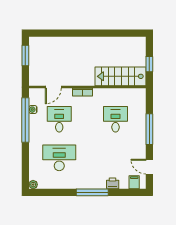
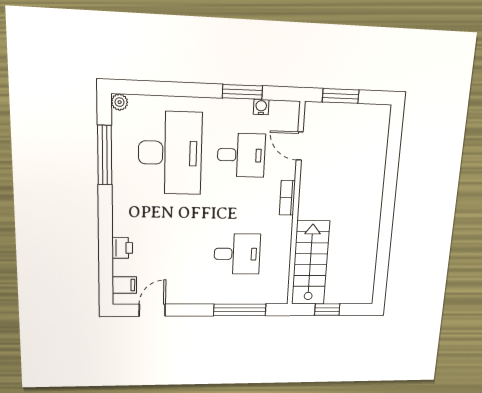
window: (25, 55) -> (341, 96), moved
window: (25, 120) -> (242, 92), width x0.47
window: (149, 129) -> (240, 310), moved
desk: (59, 158) -> (170, 153), width x1.36, depth x1.30
window: (92, 192) -> (105, 155), moved

